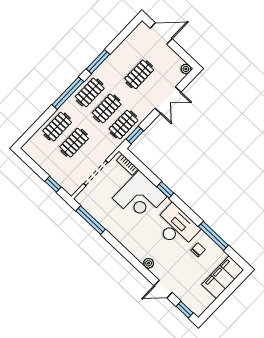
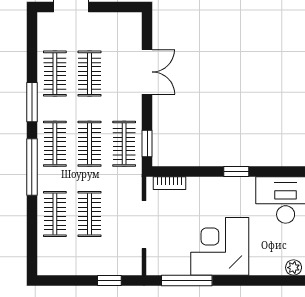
clothes rail: (122, 58) -> (55, 74), added
plant: (186, 69) -> (134, 20), removed
corner desk: (140, 197) -> (220, 246), moved, turned 180

